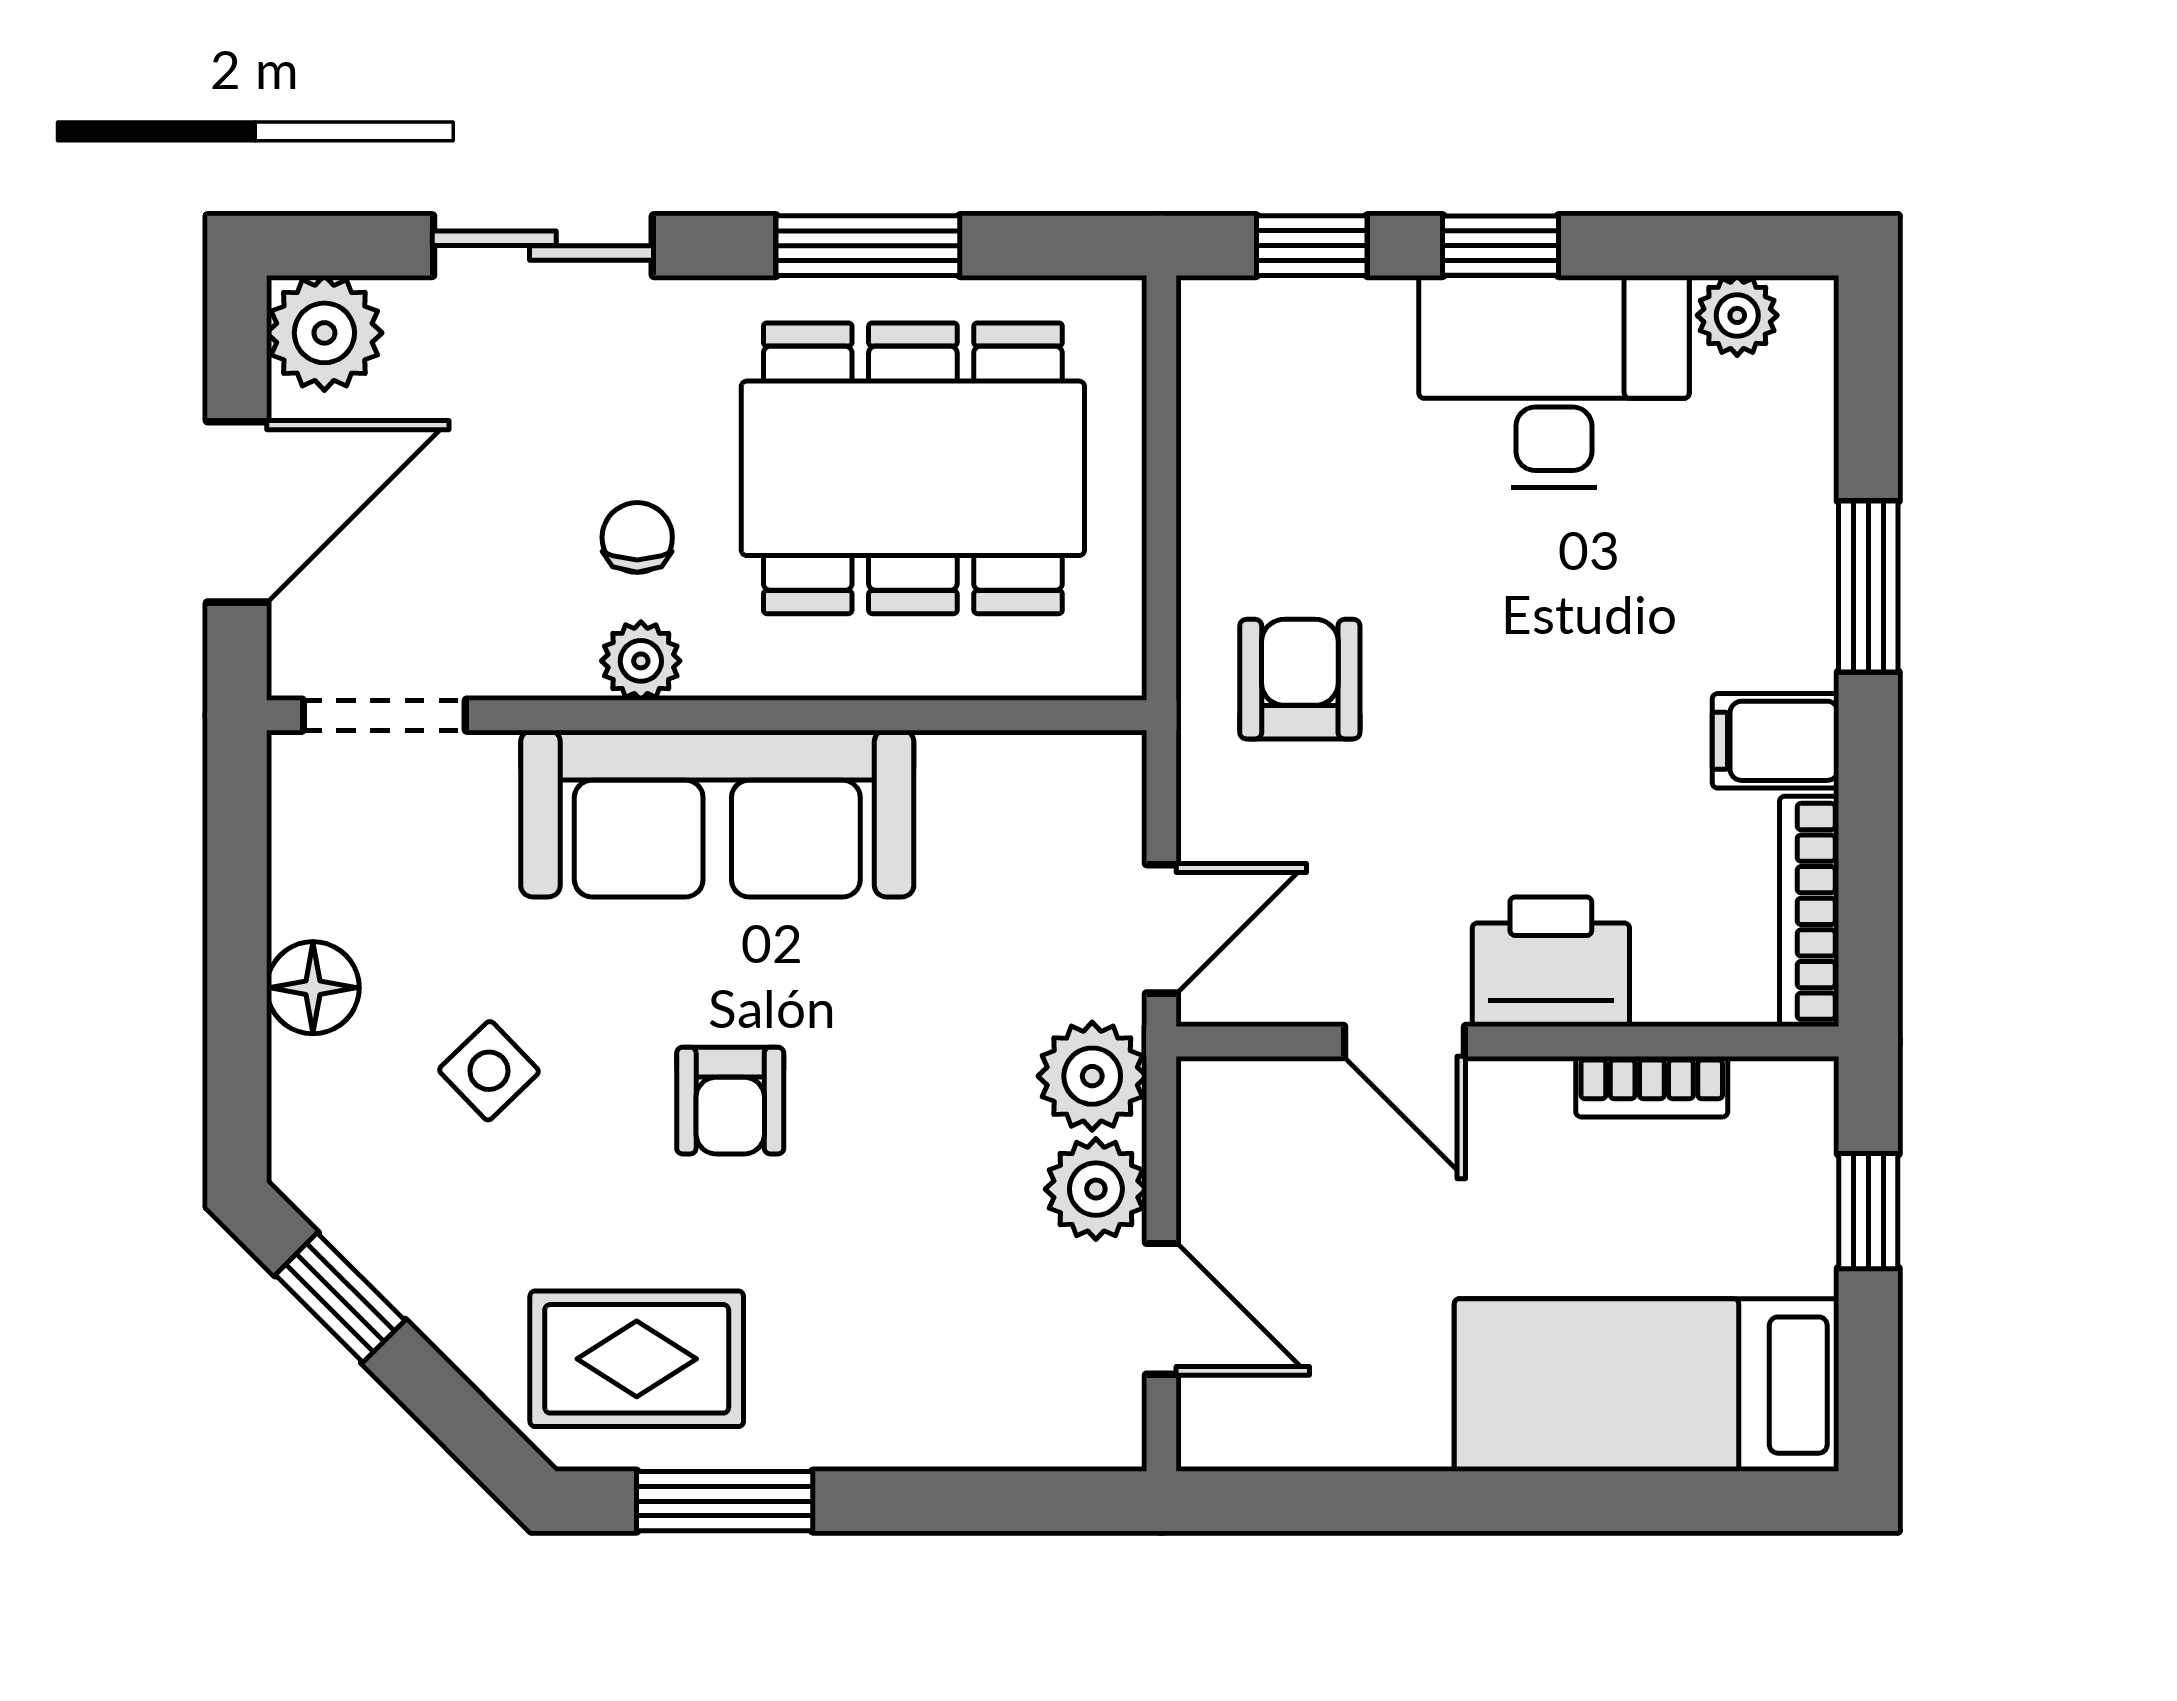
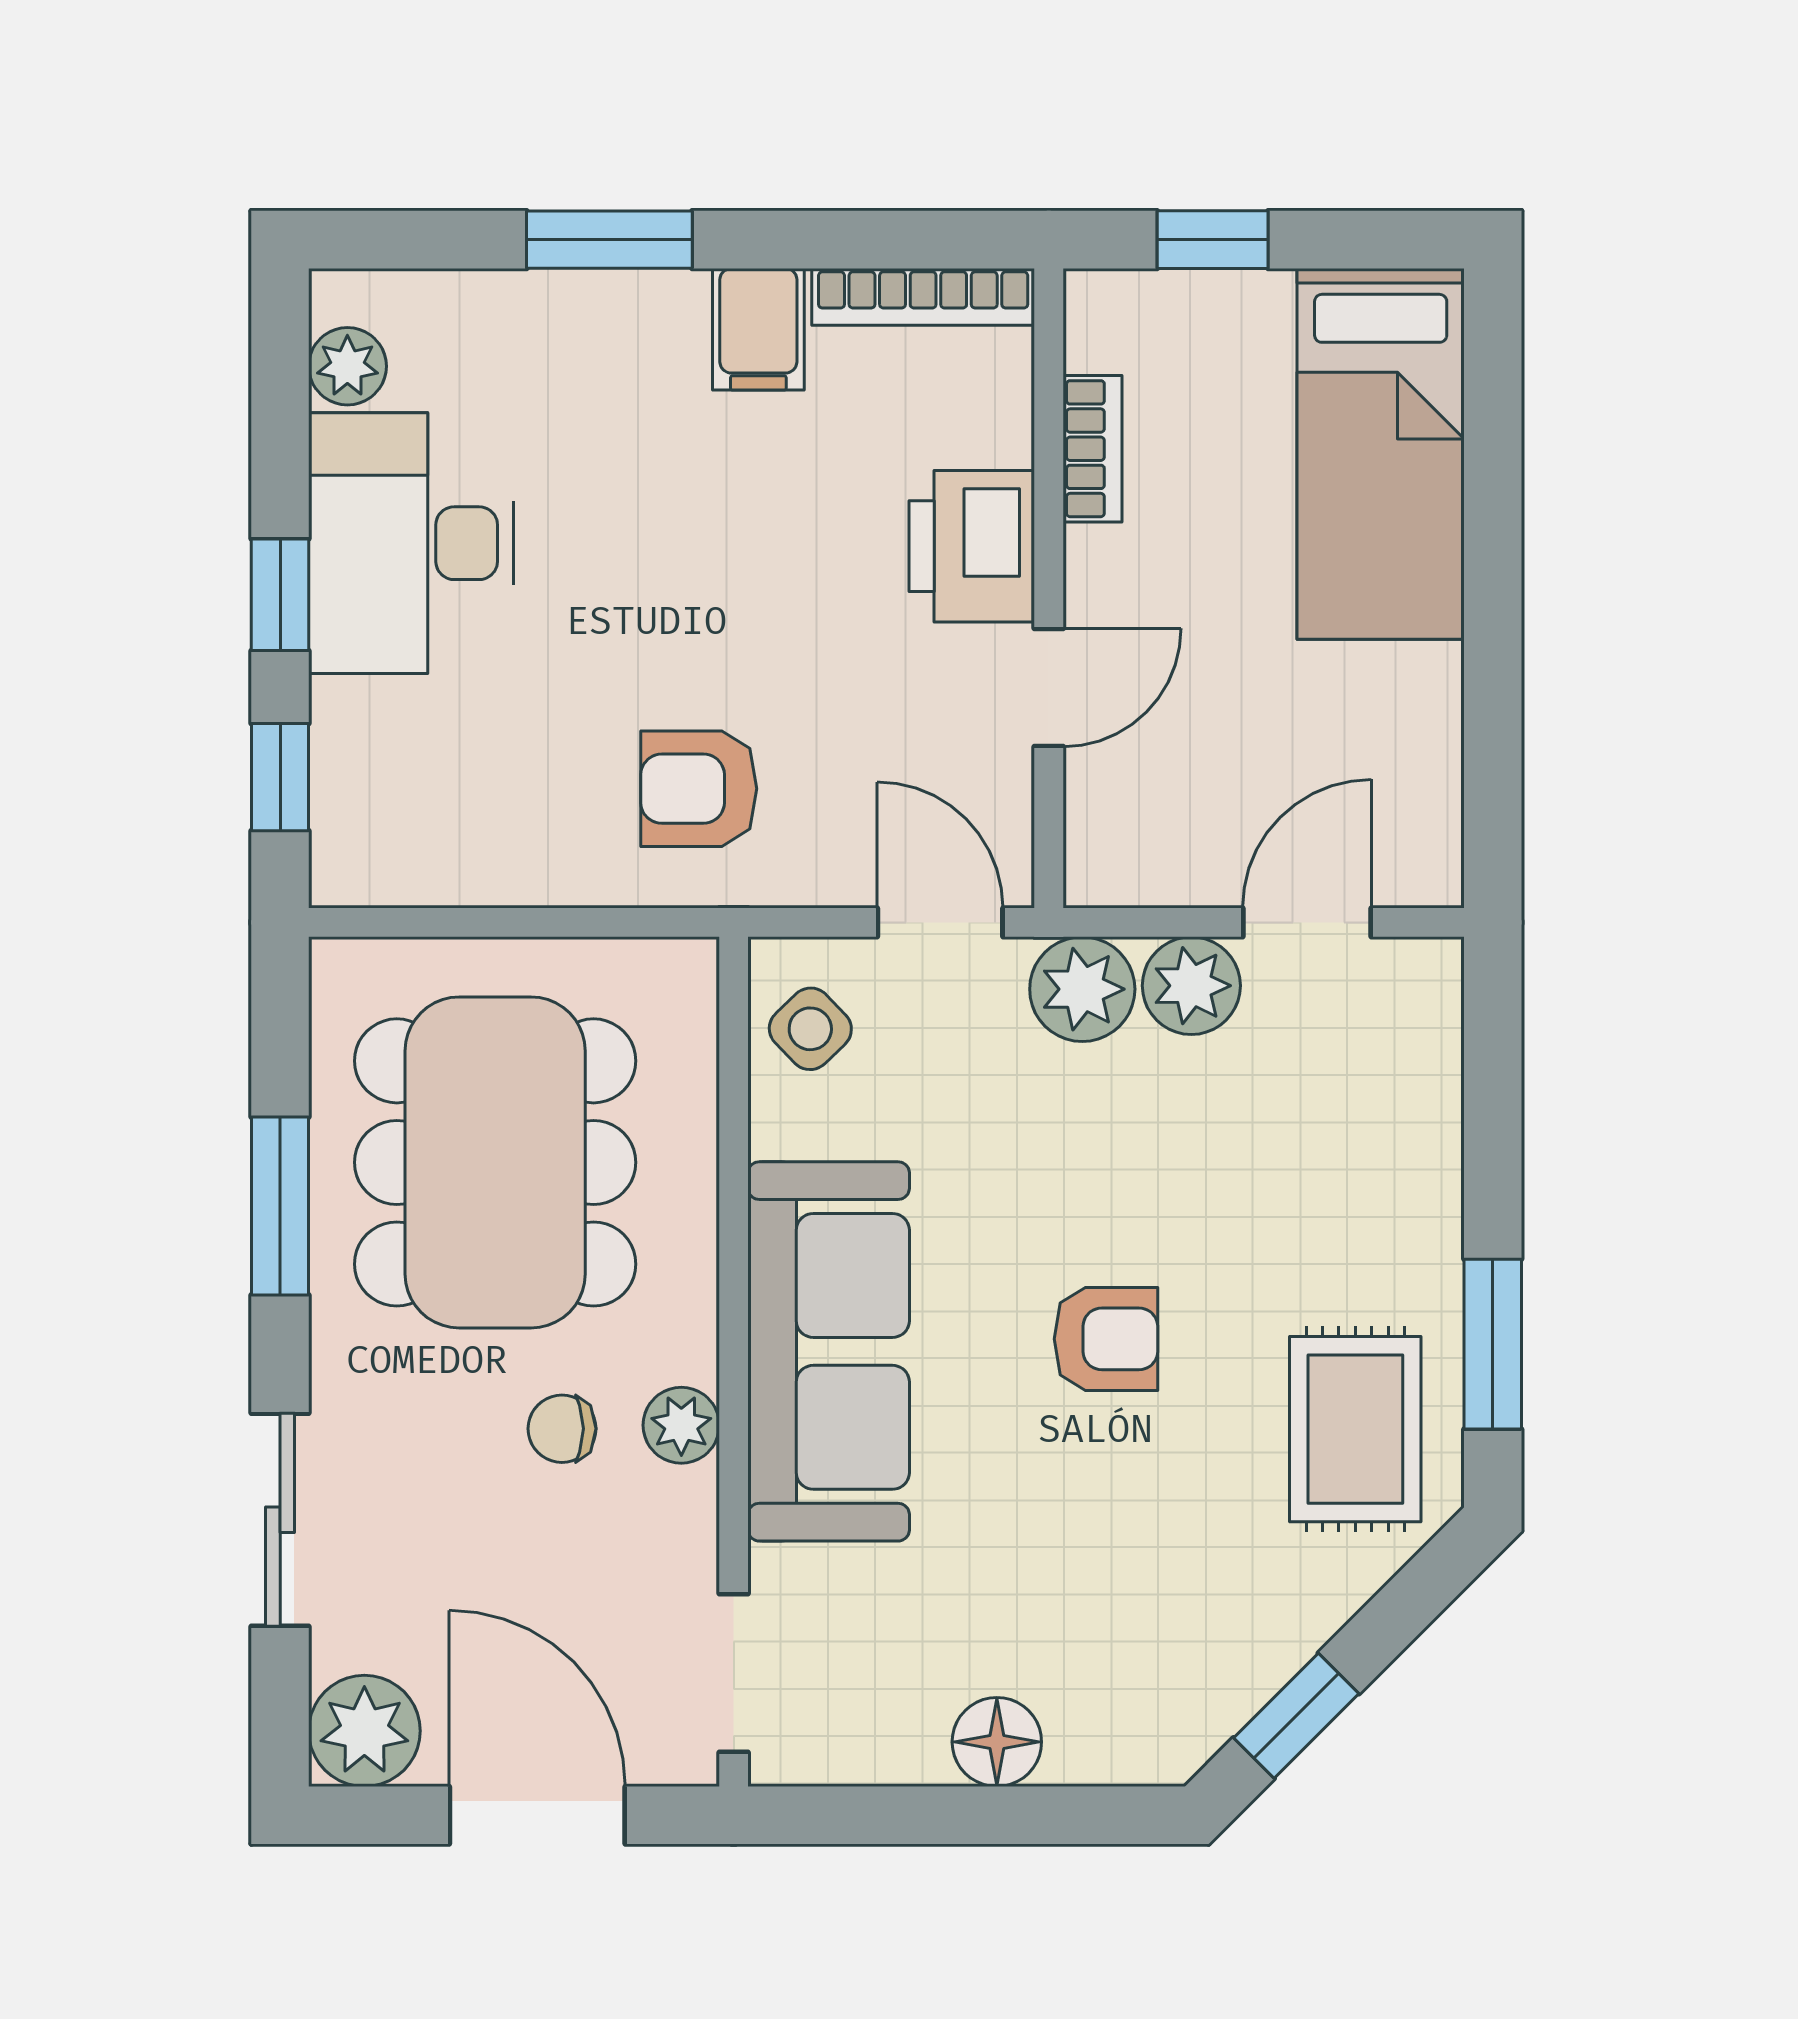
side table: (489, 1071) -> (810, 1029), moved

